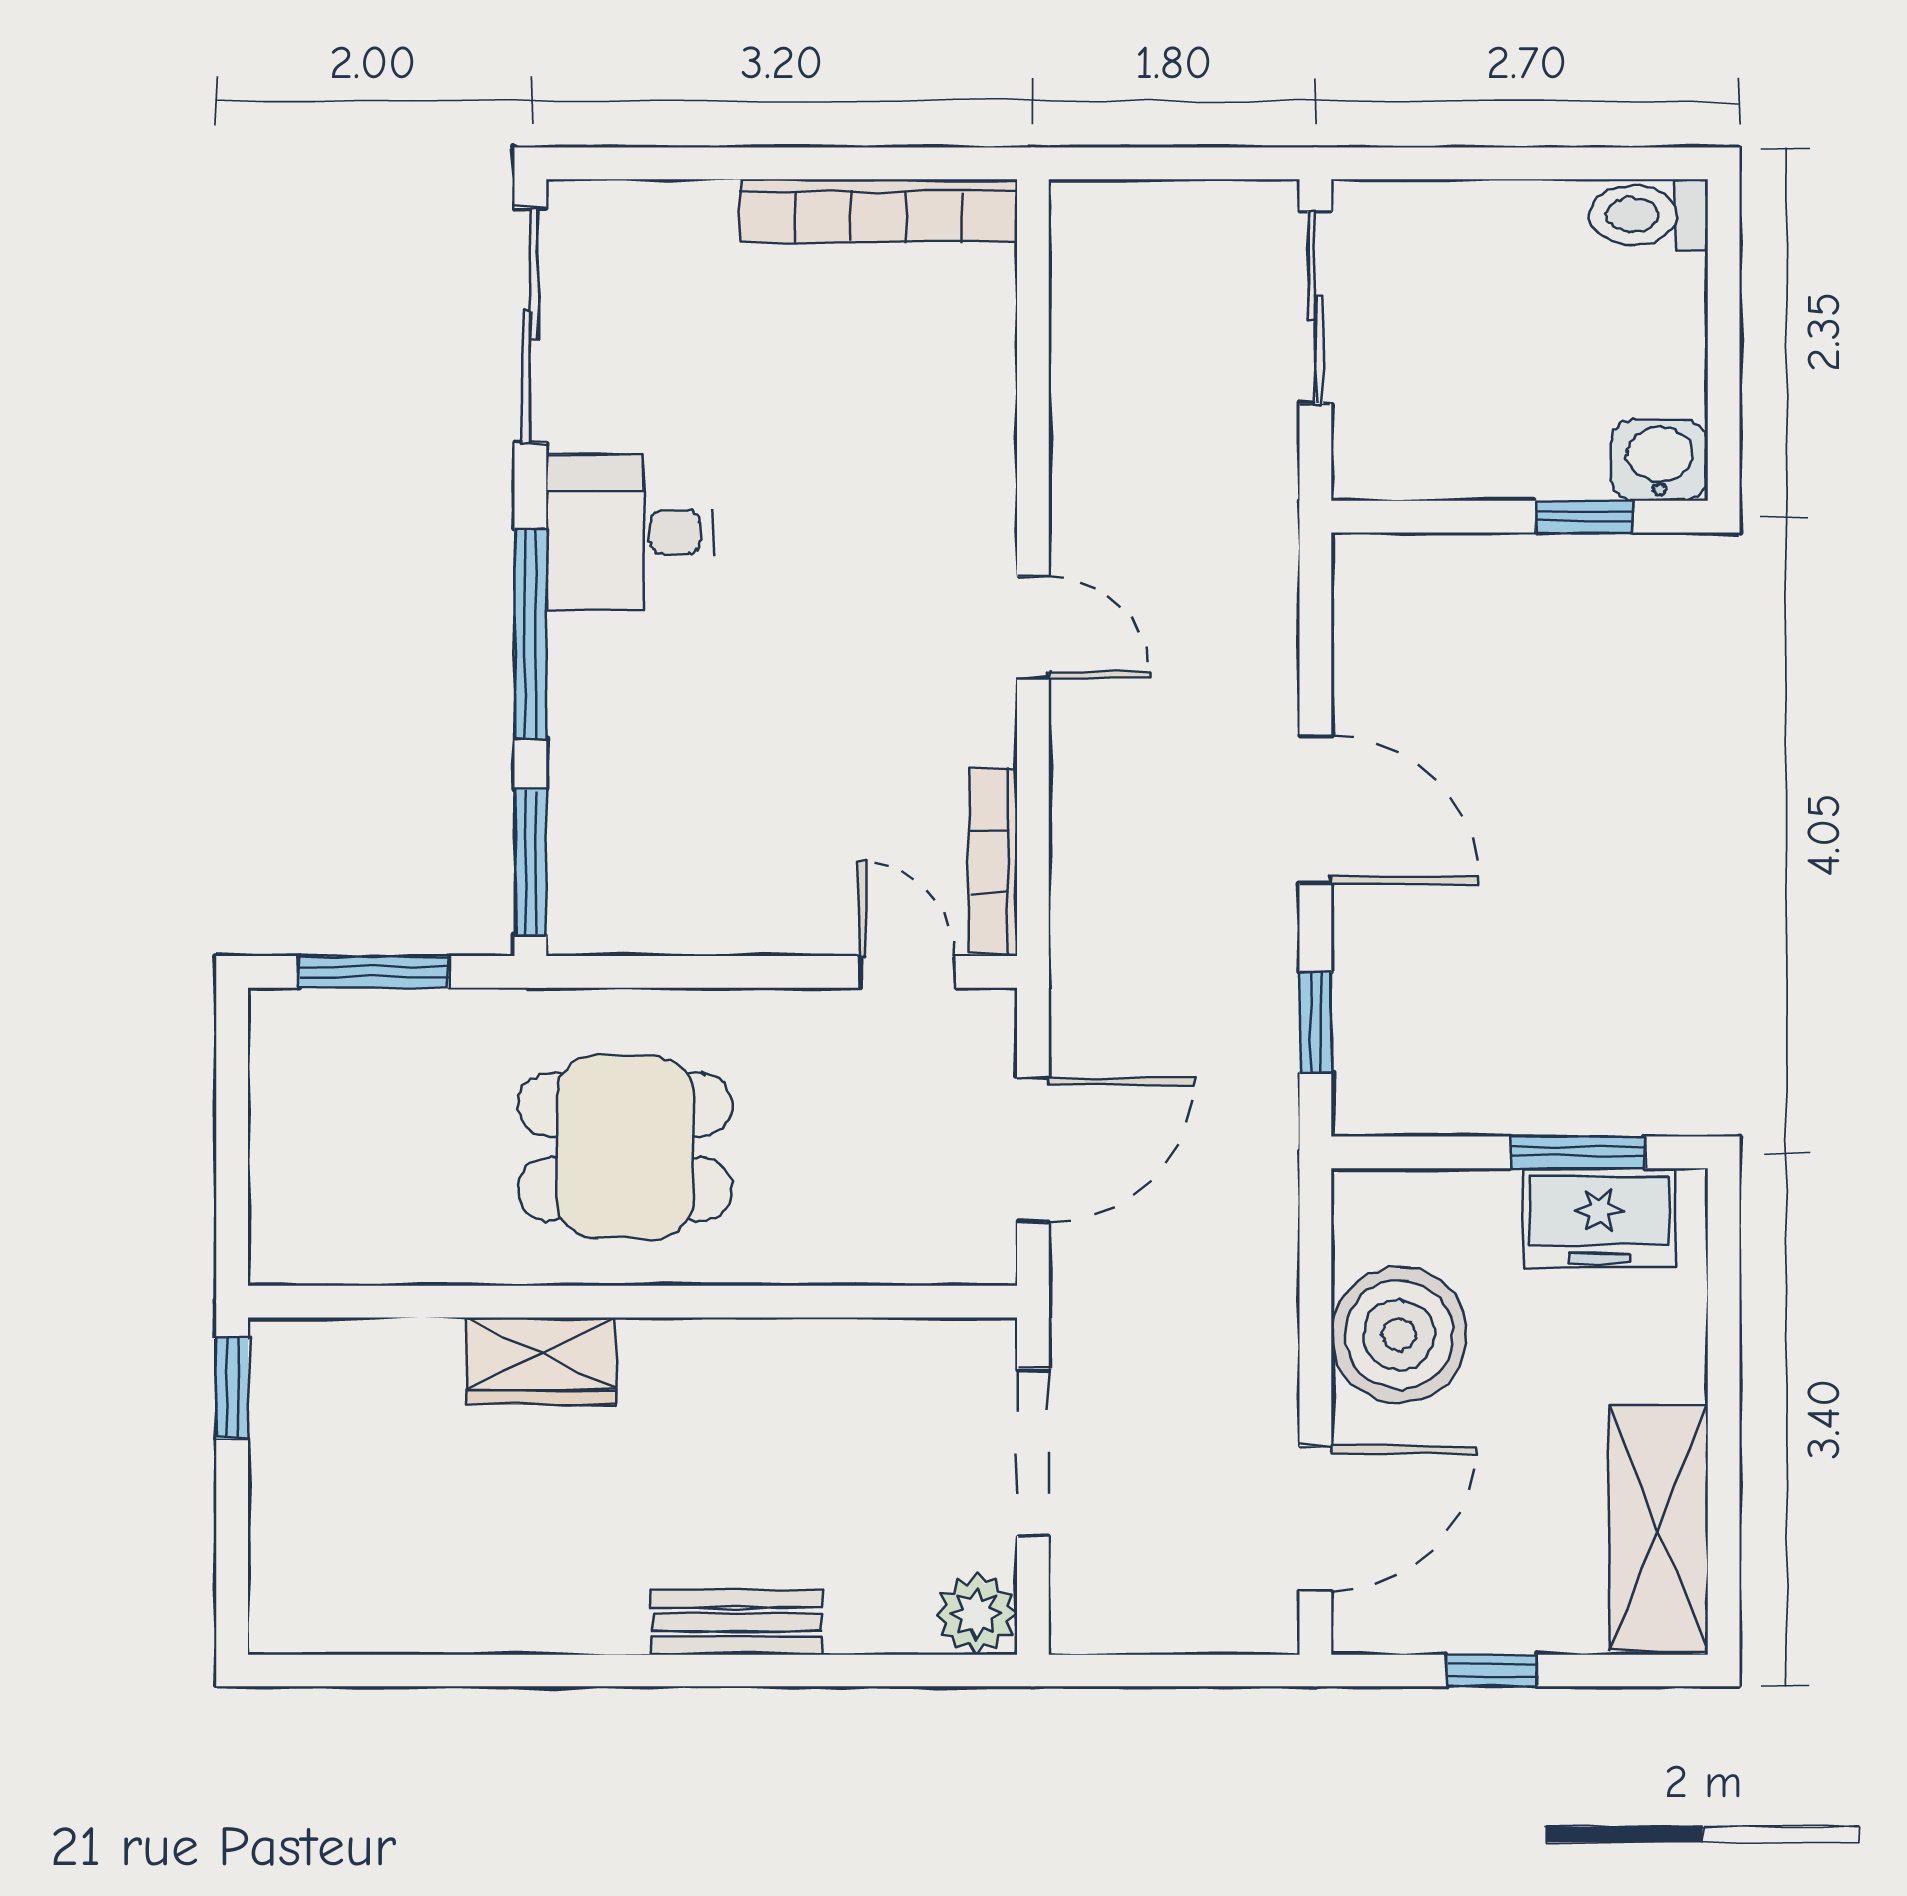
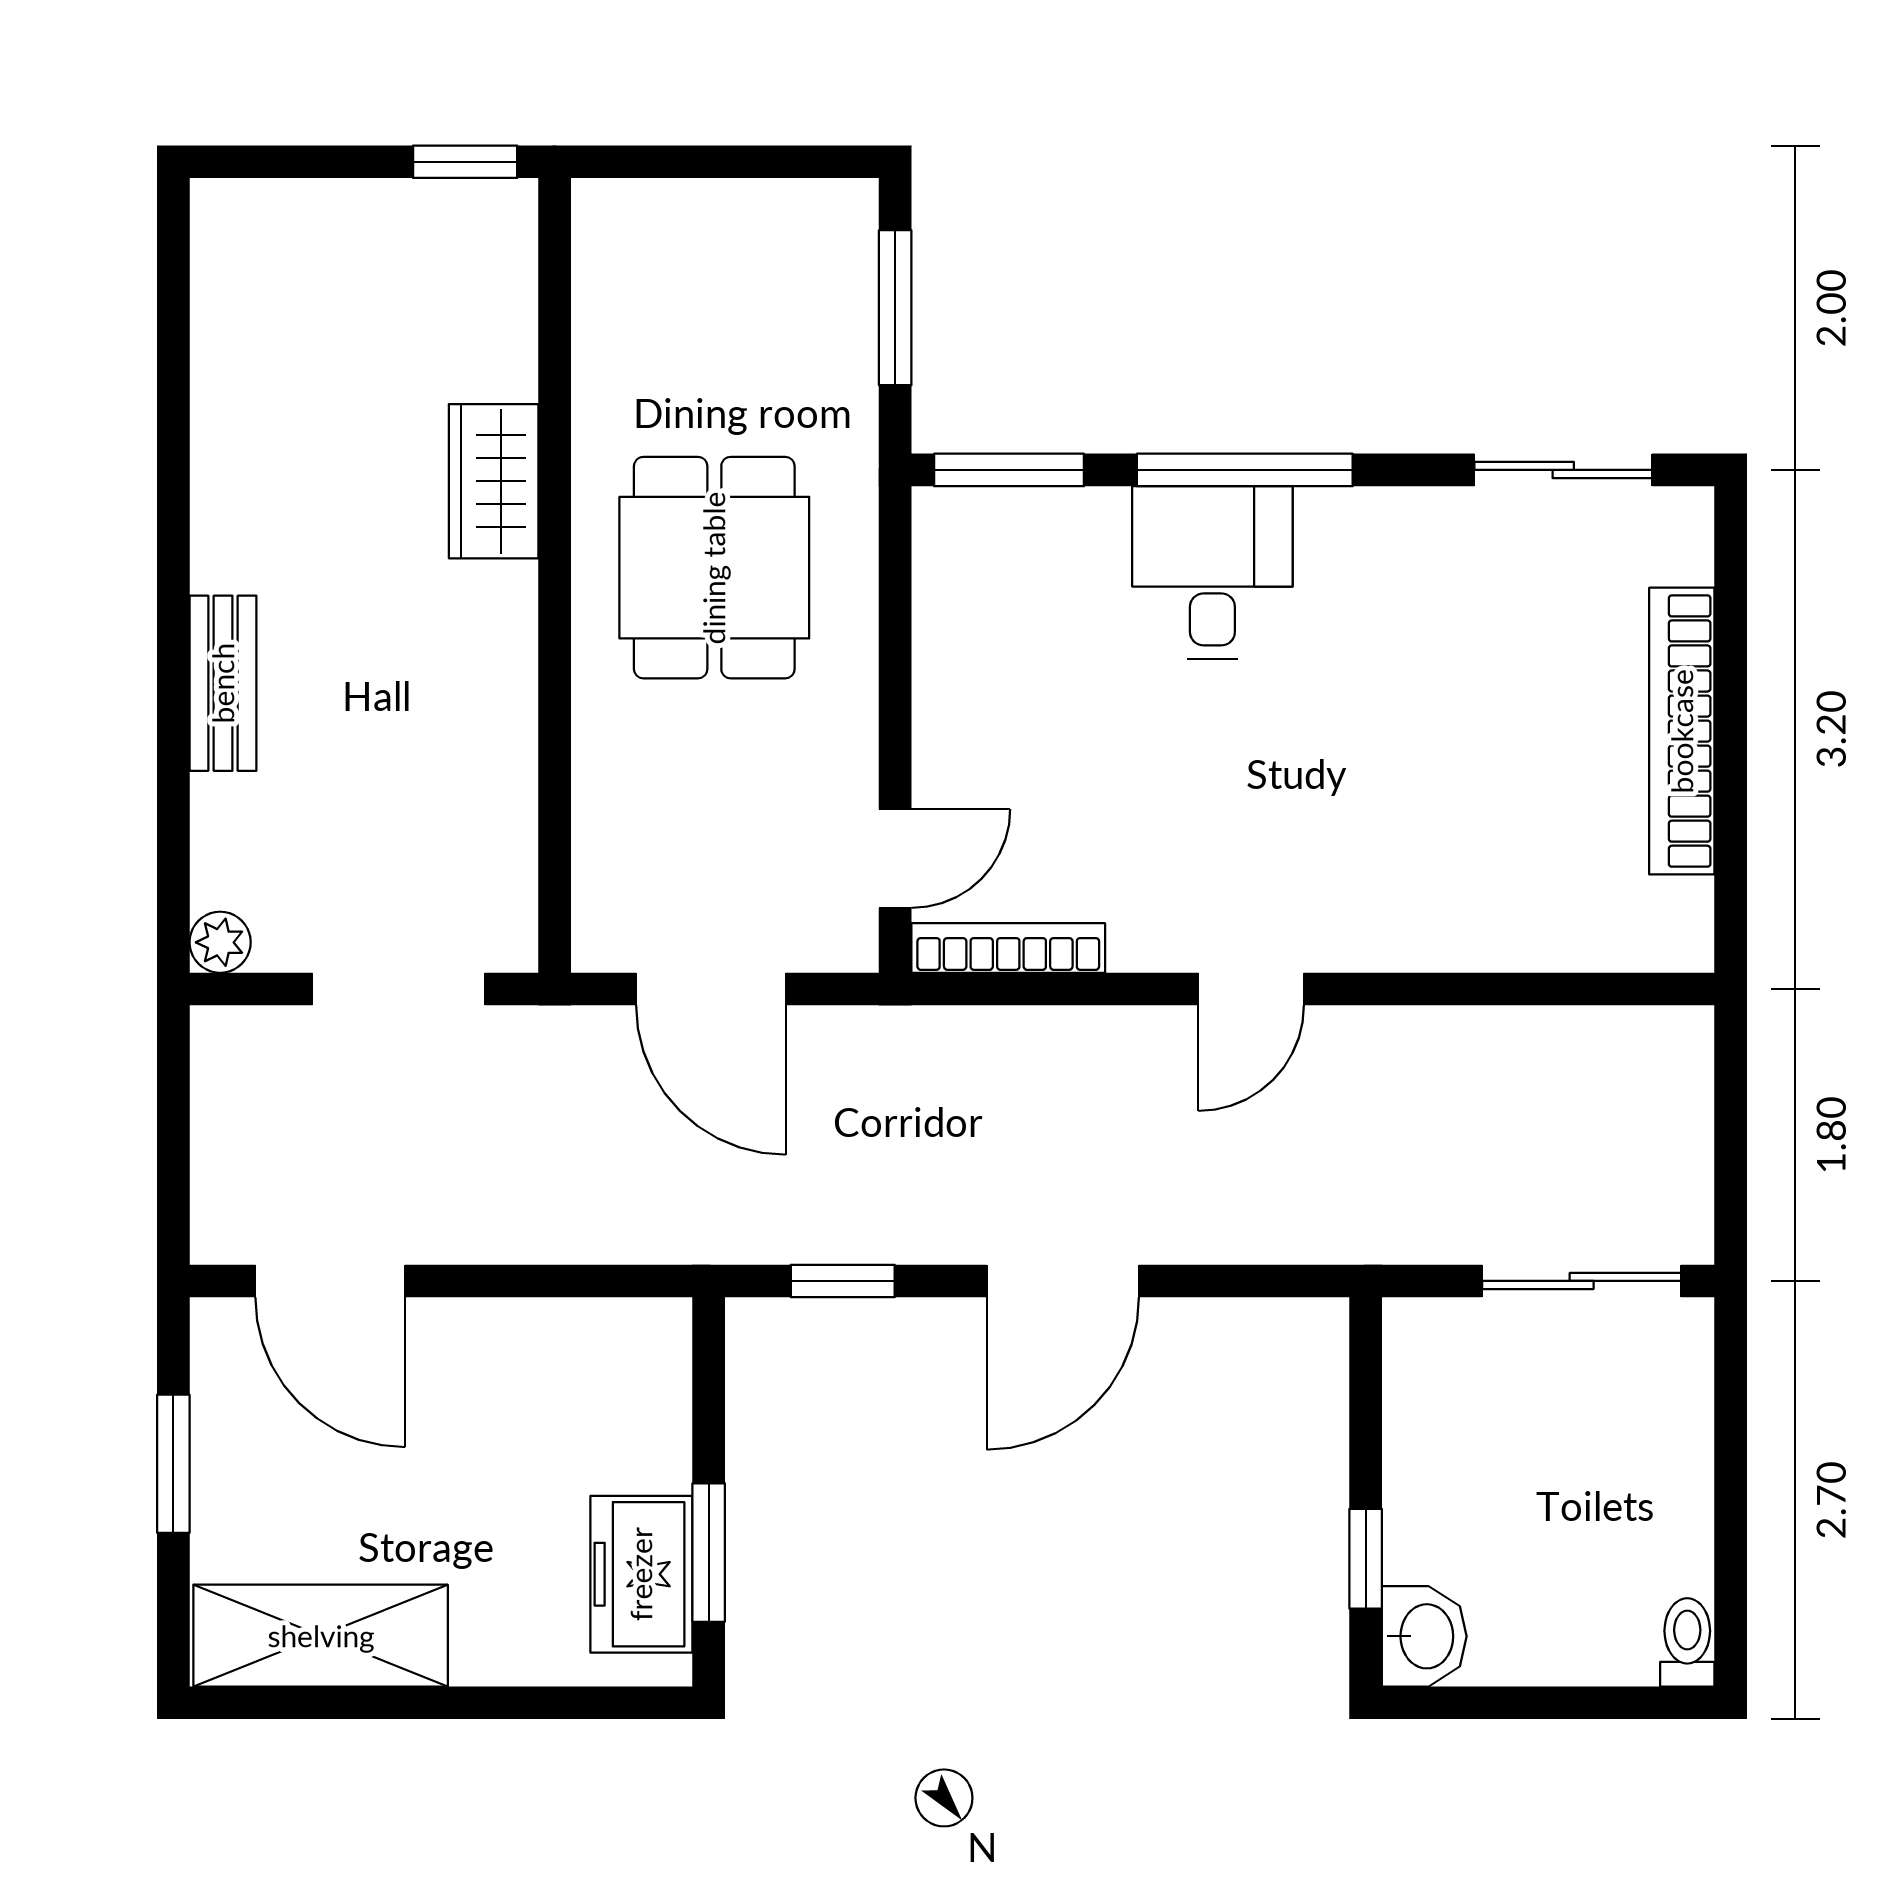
bookcase: (878, 211) -> (1682, 731), moved
toilet: (1649, 215) -> (1687, 1642), width x0.73, depth x0.72
sliding door: (530, 325) -> (1563, 470), width x0.73
desk: (630, 532) -> (1212, 573), moved
boiler: (1399, 1335) -> (521, 1367), removed
plant: (976, 1614) -> (220, 942), width x0.73, depth x0.73
window: (1492, 1671) -> (173, 1464), width x1.50

